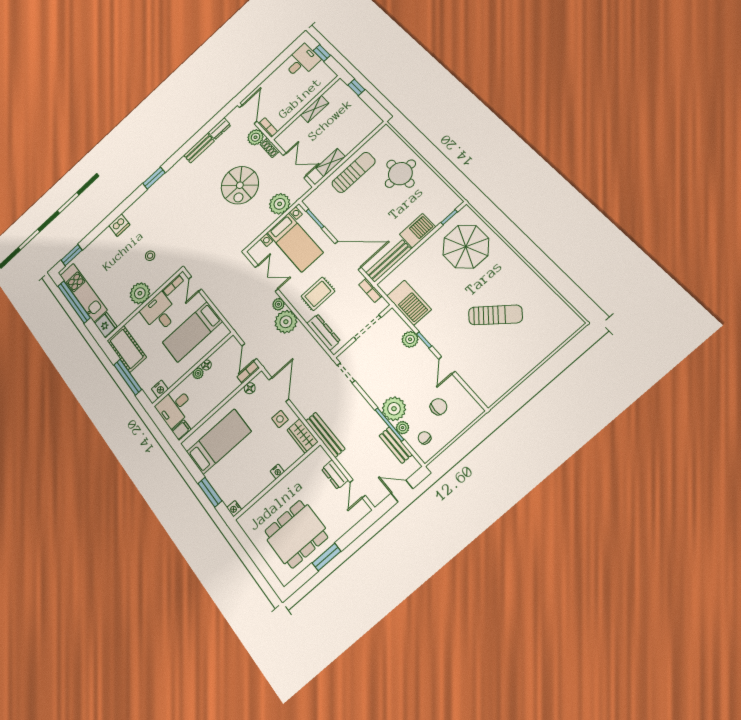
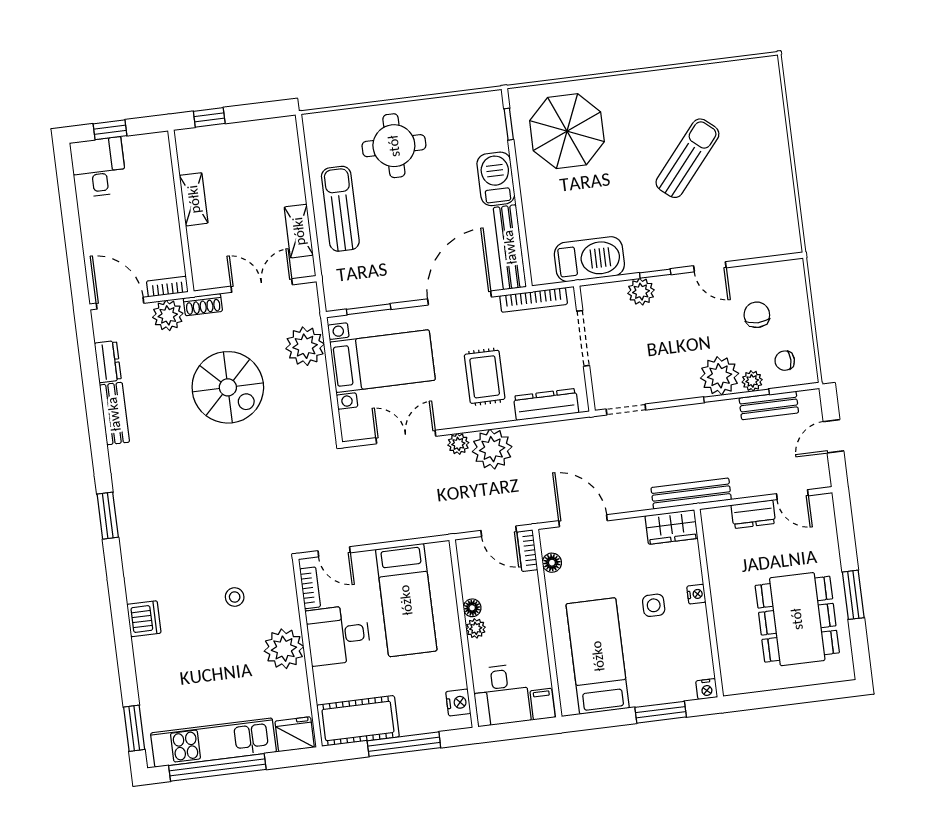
bookcase: (370, 290) -> (534, 300), width x1.56
side table: (280, 419) -> (654, 605), moved

